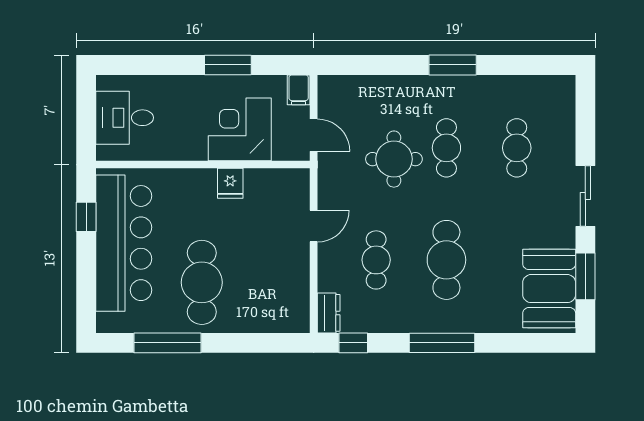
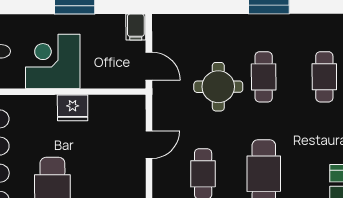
corner desk: (240, 129) -> (53, 61), moved
fridge: (230, 183) -> (73, 108), width x1.38

